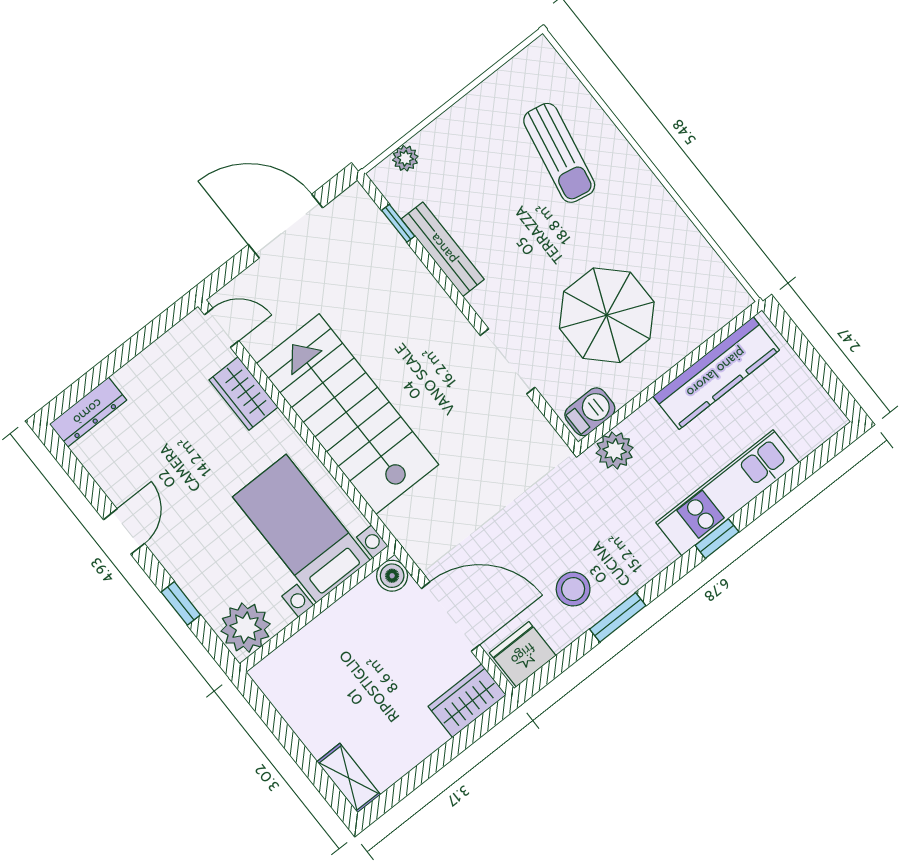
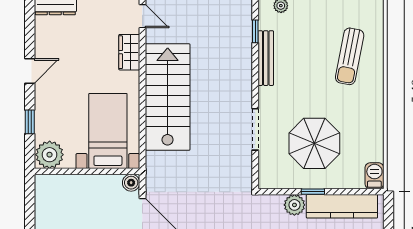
window: (659, 385) -> (313, 192), added
barbecue: (590, 412) -> (374, 176), moved, turned -90
plant: (615, 450) -> (294, 205), moved

